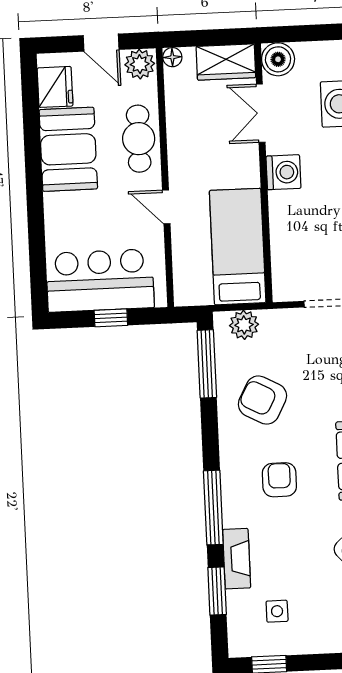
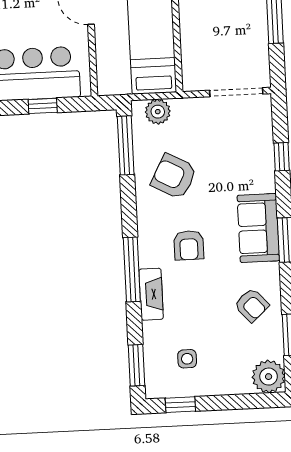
armchair: (279, 480) -> (189, 245), turned 180
fireplace: (237, 559) -> (151, 294), moved
window: (217, 591) -> (136, 365), moved

